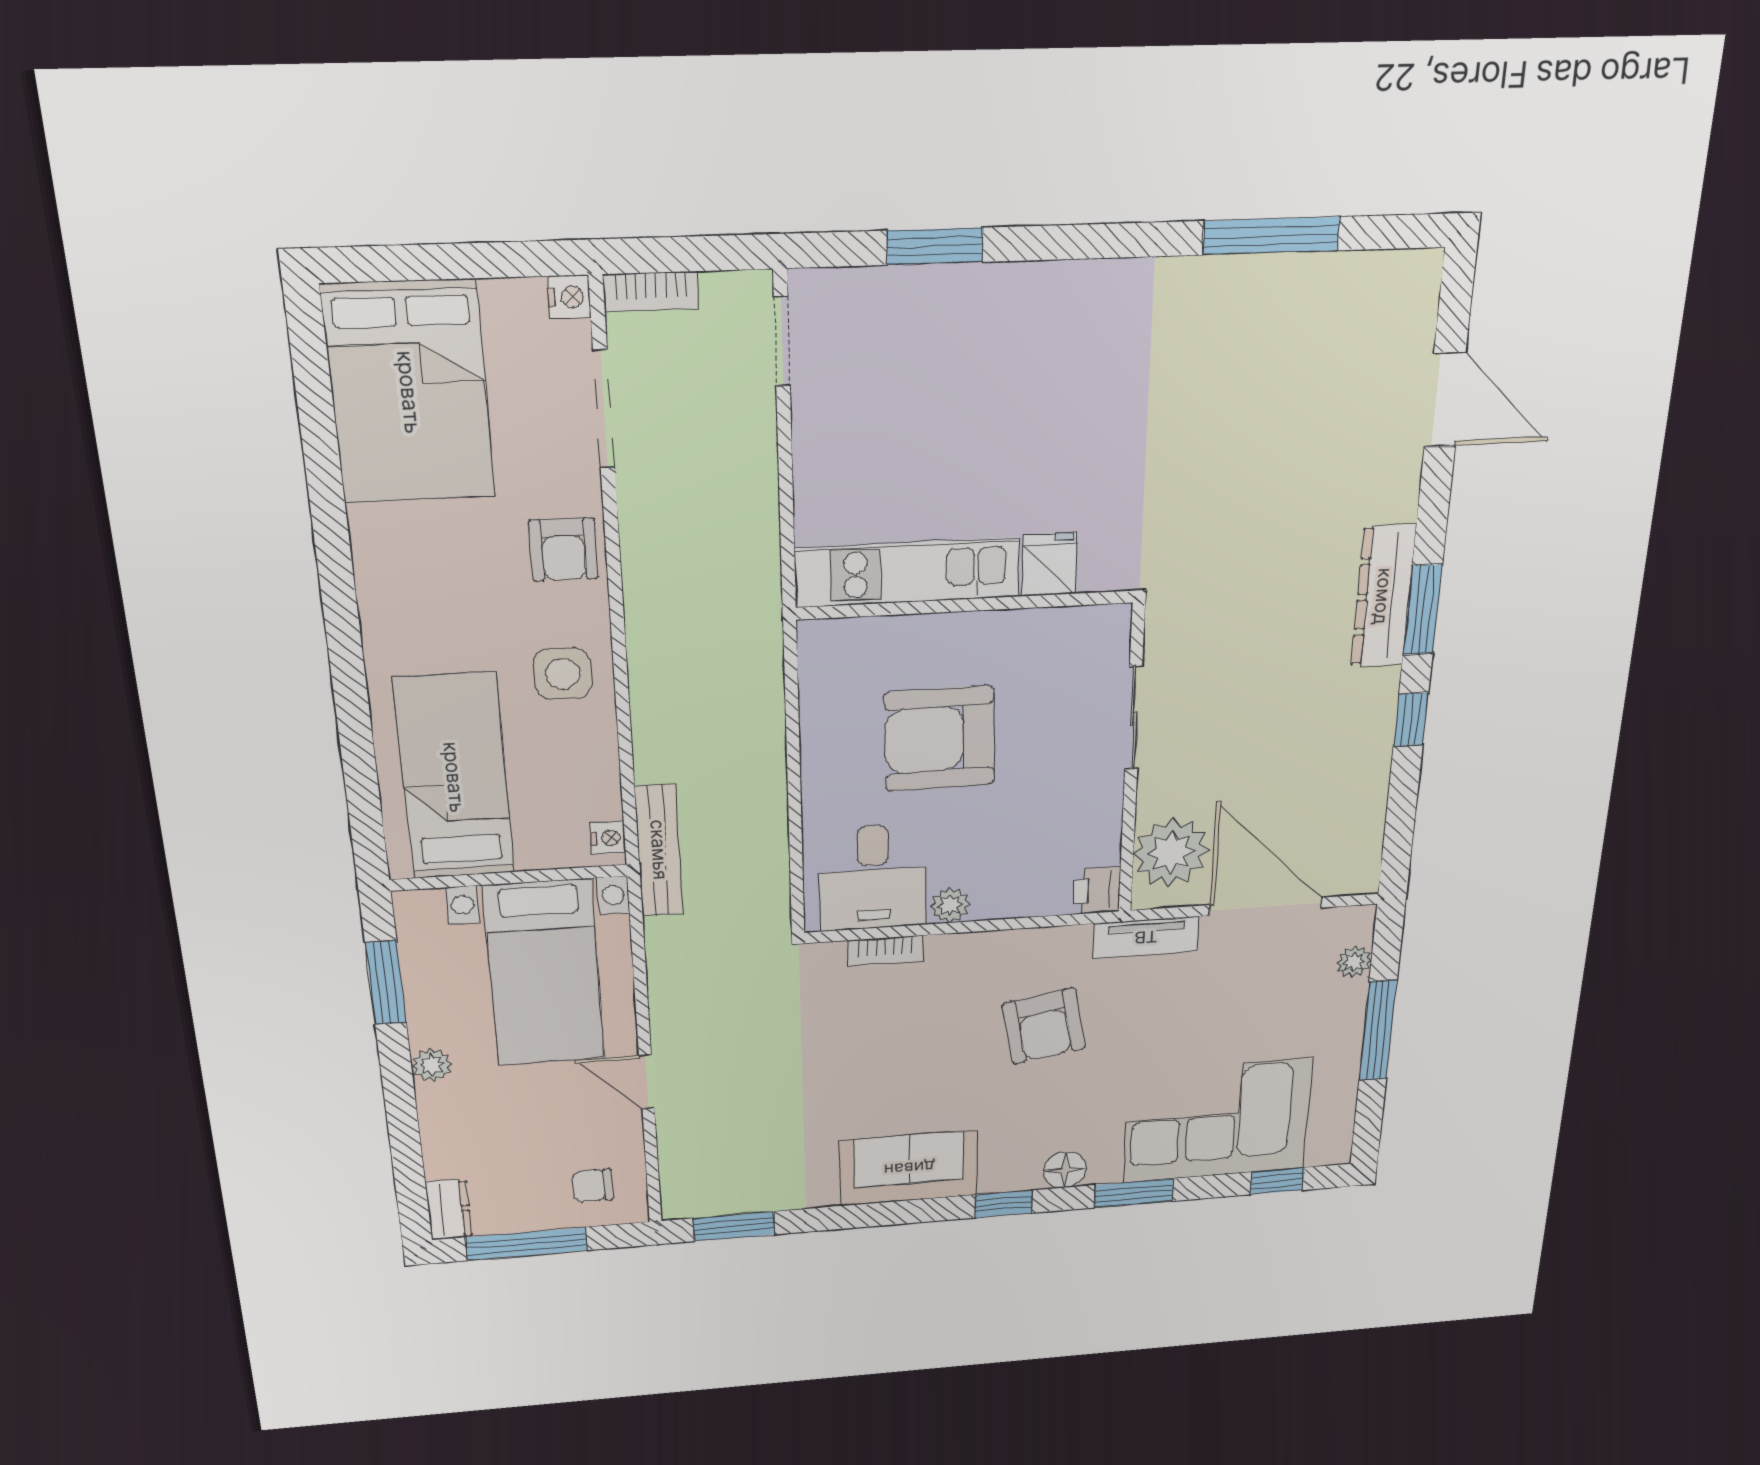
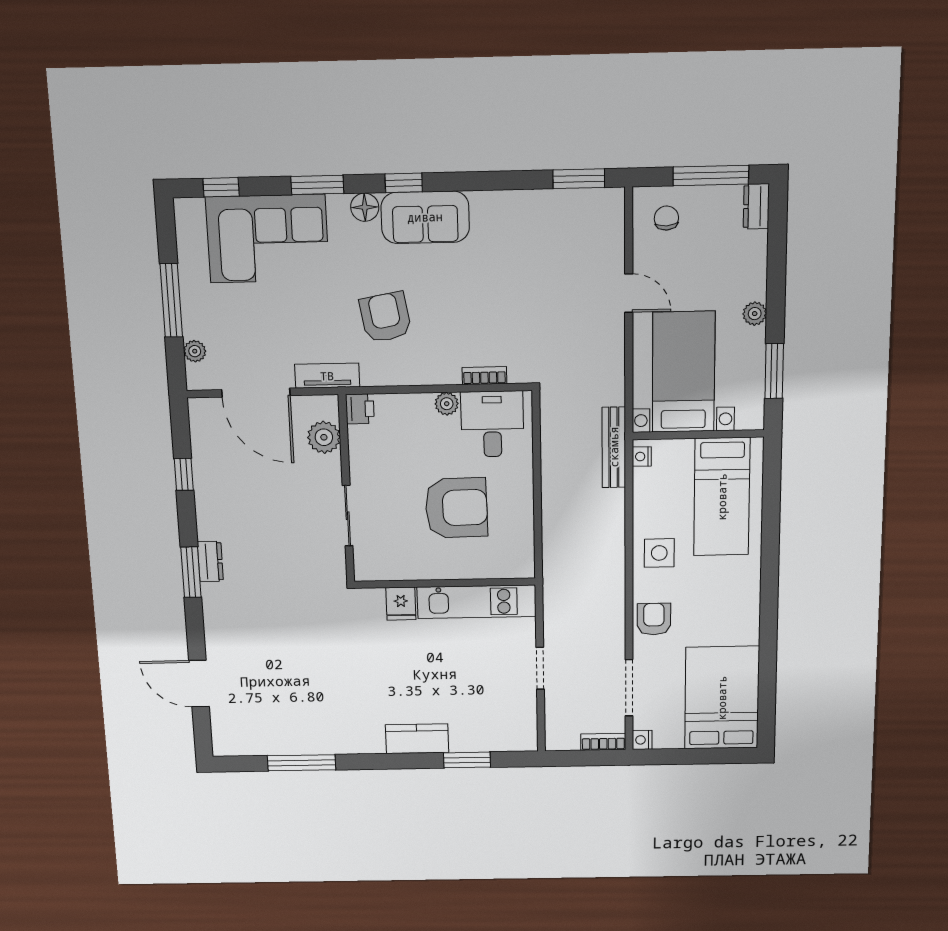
kitchen counter: (1035, 292) -> (417, 739), added
doorway: (782, 341) -> (540, 668), moved
dresser: (1383, 596) -> (210, 561), width x0.51, depth x0.80
window: (1411, 720) -> (184, 474), moved
plant: (1171, 852) -> (324, 437), width x0.73, depth x0.73
sofa: (909, 1168) -> (425, 217), moved
chair: (592, 1186) -> (666, 218), turned -93

